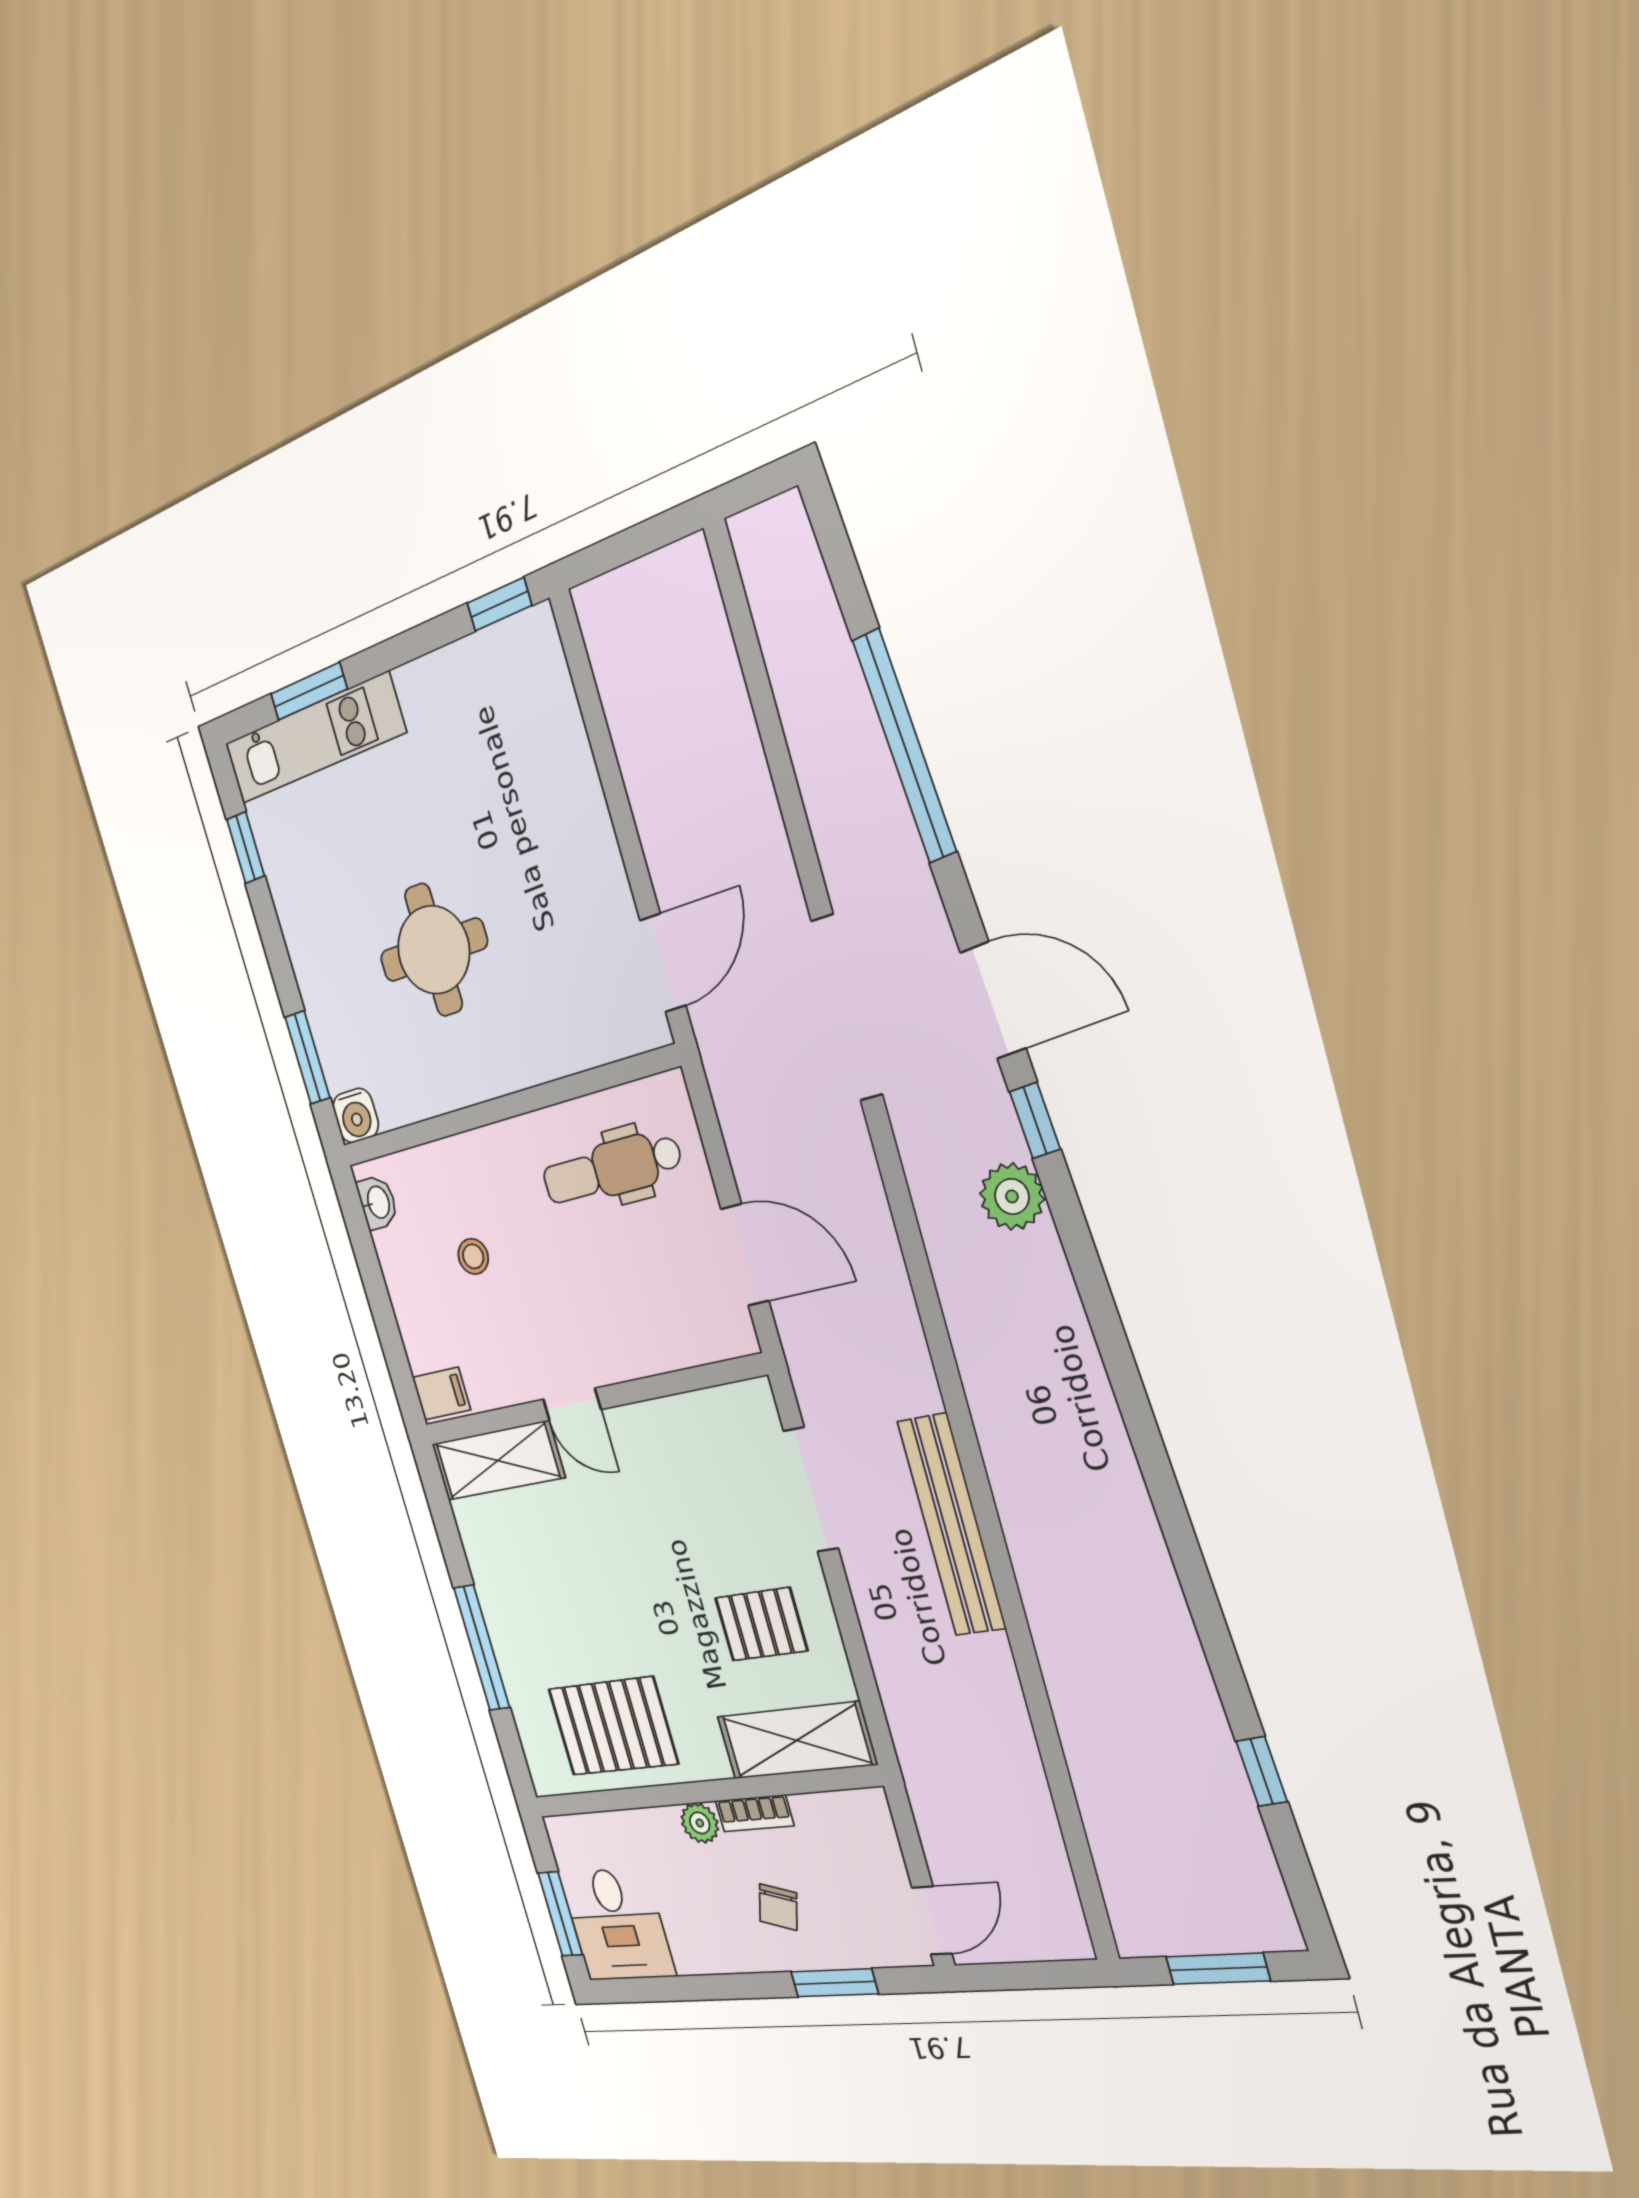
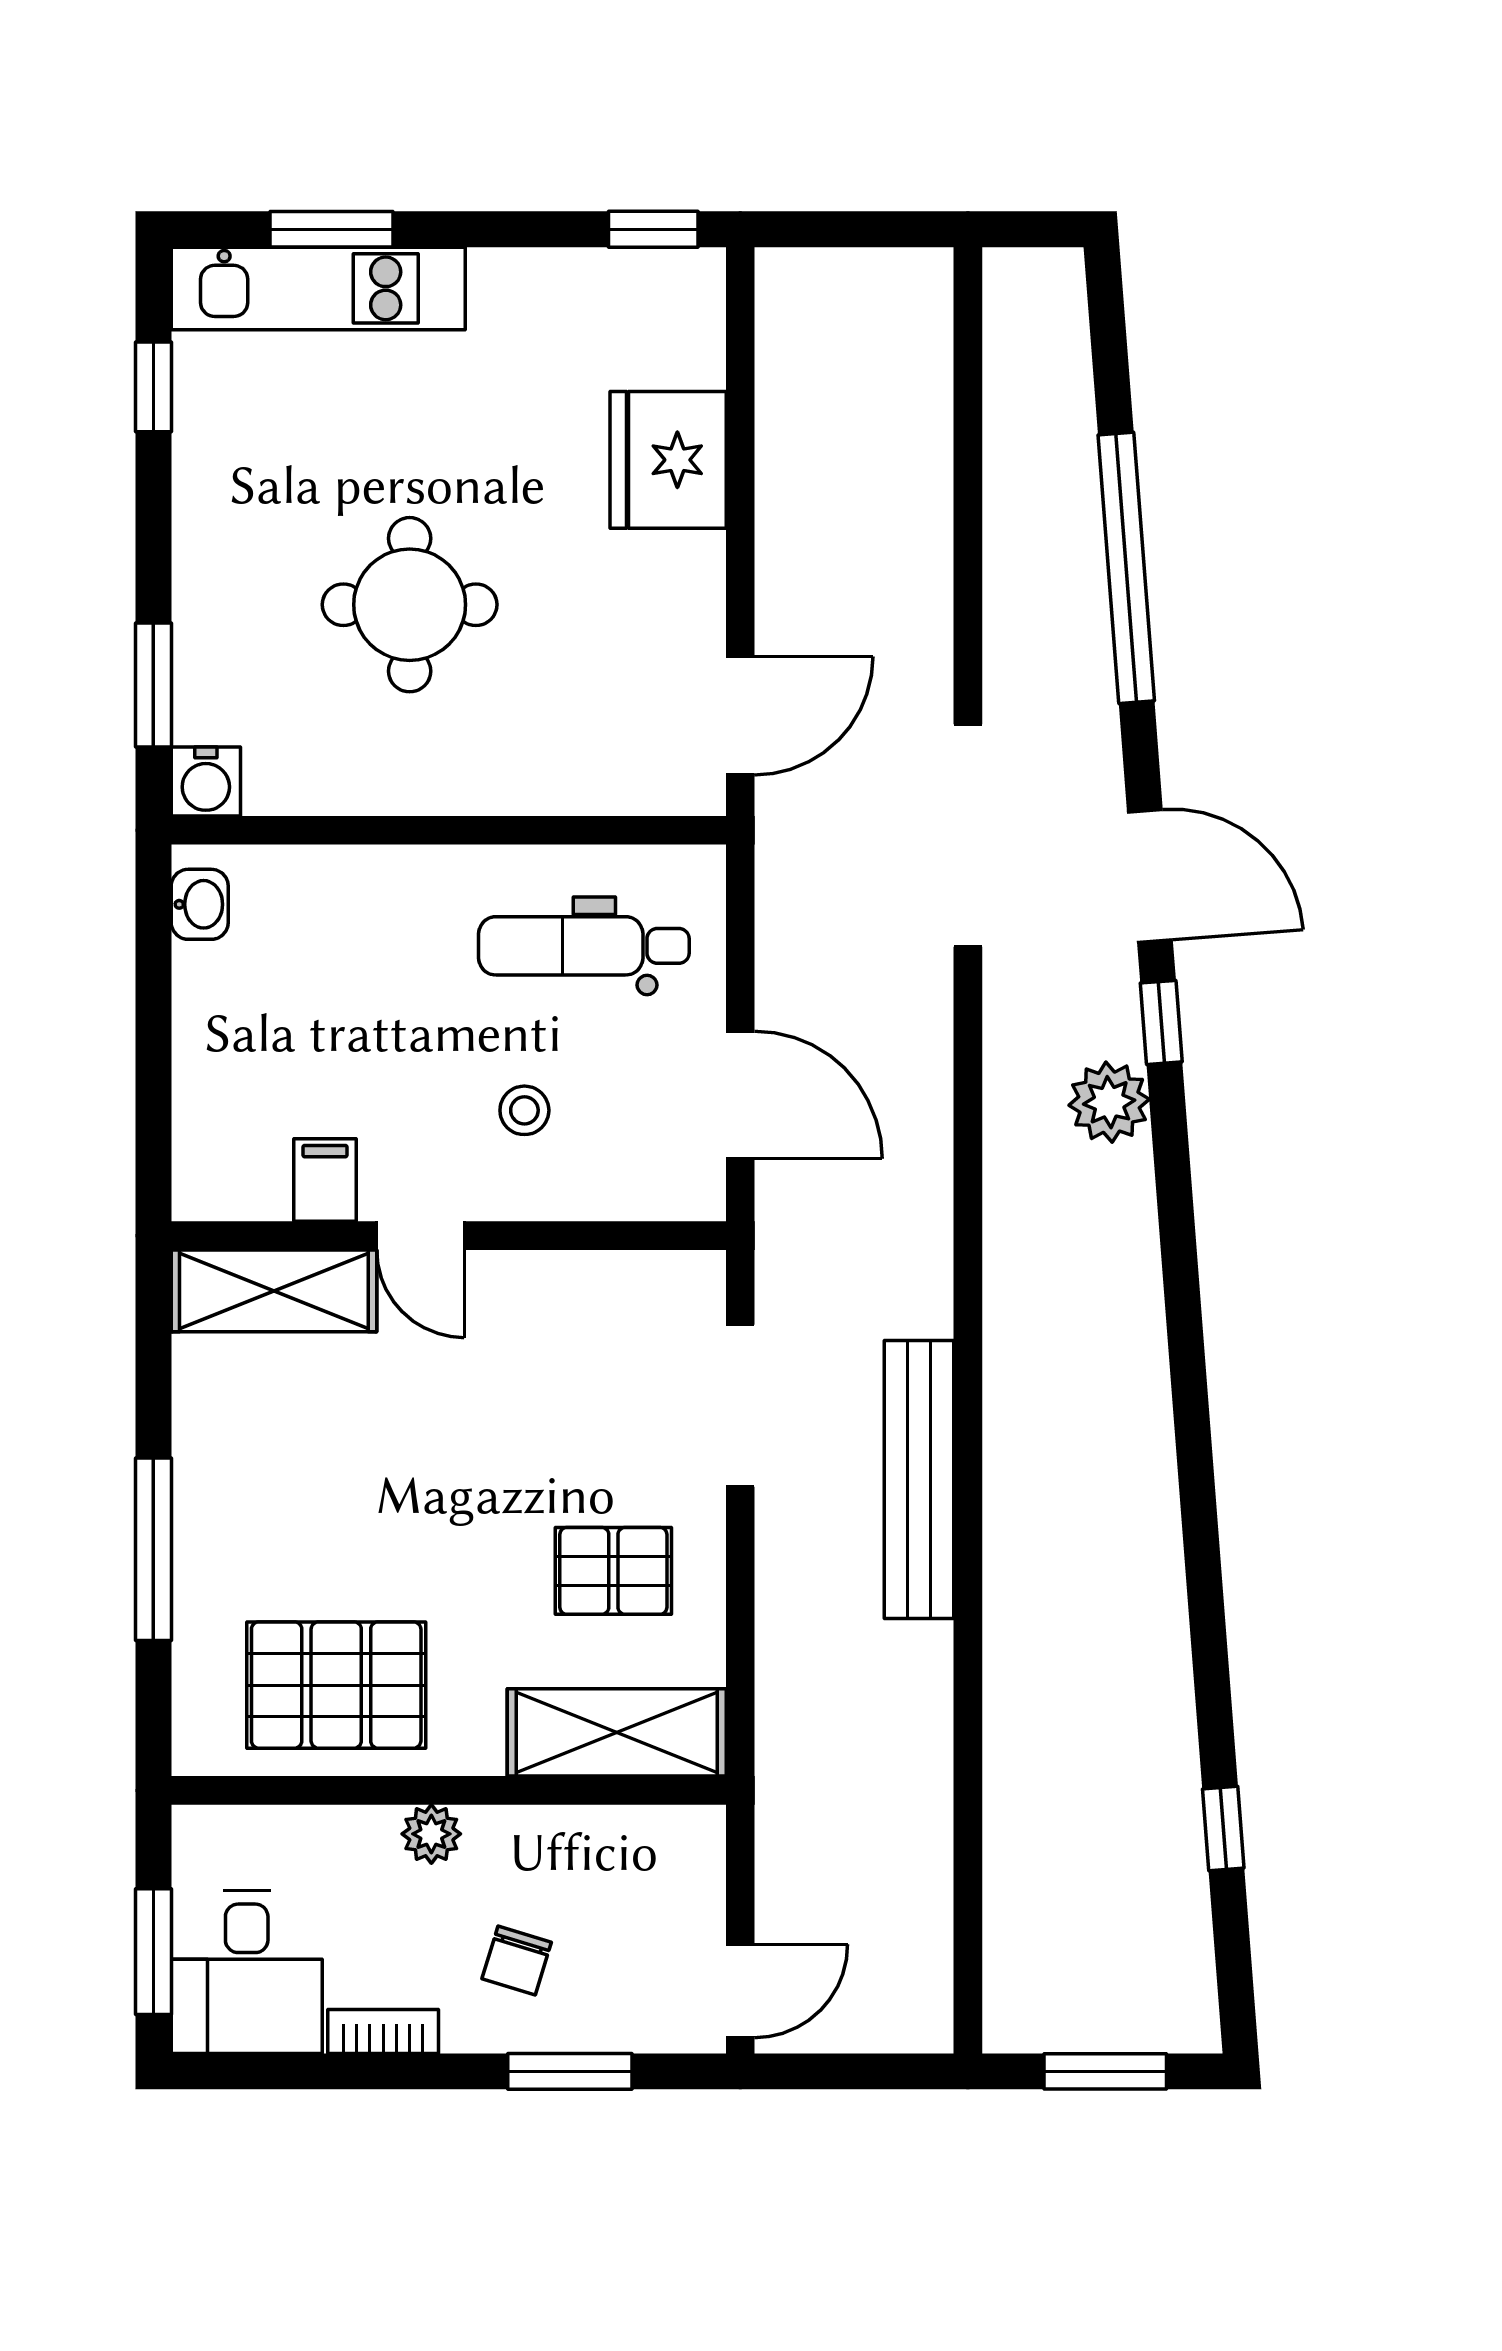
fridge: (560, 781) -> (668, 460), added
stool: (473, 1256) -> (524, 1110), moved
filing cabinet: (441, 1394) -> (325, 1180), moved, turned -90
bookcase: (755, 1813) -> (383, 2032), moved, turned 180

